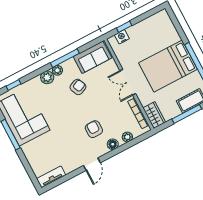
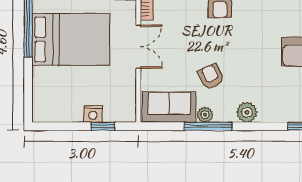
nightstand: (122, 37) -> (93, 114), moved
plant: (57, 70) -> (205, 115), moved
armchair: (78, 87) -> (211, 77), turned 89

